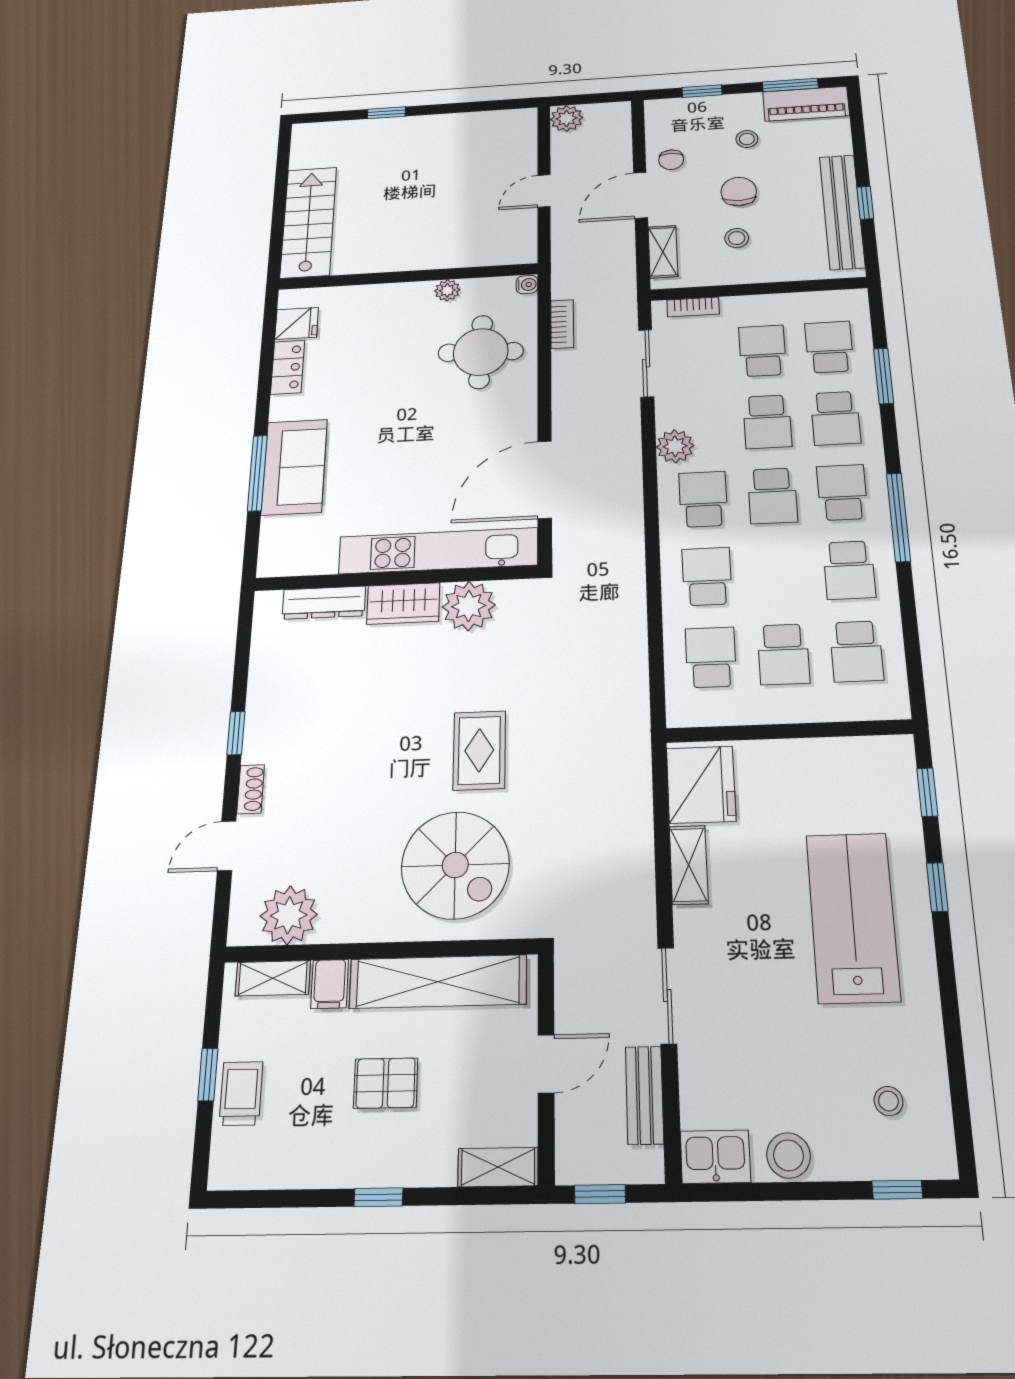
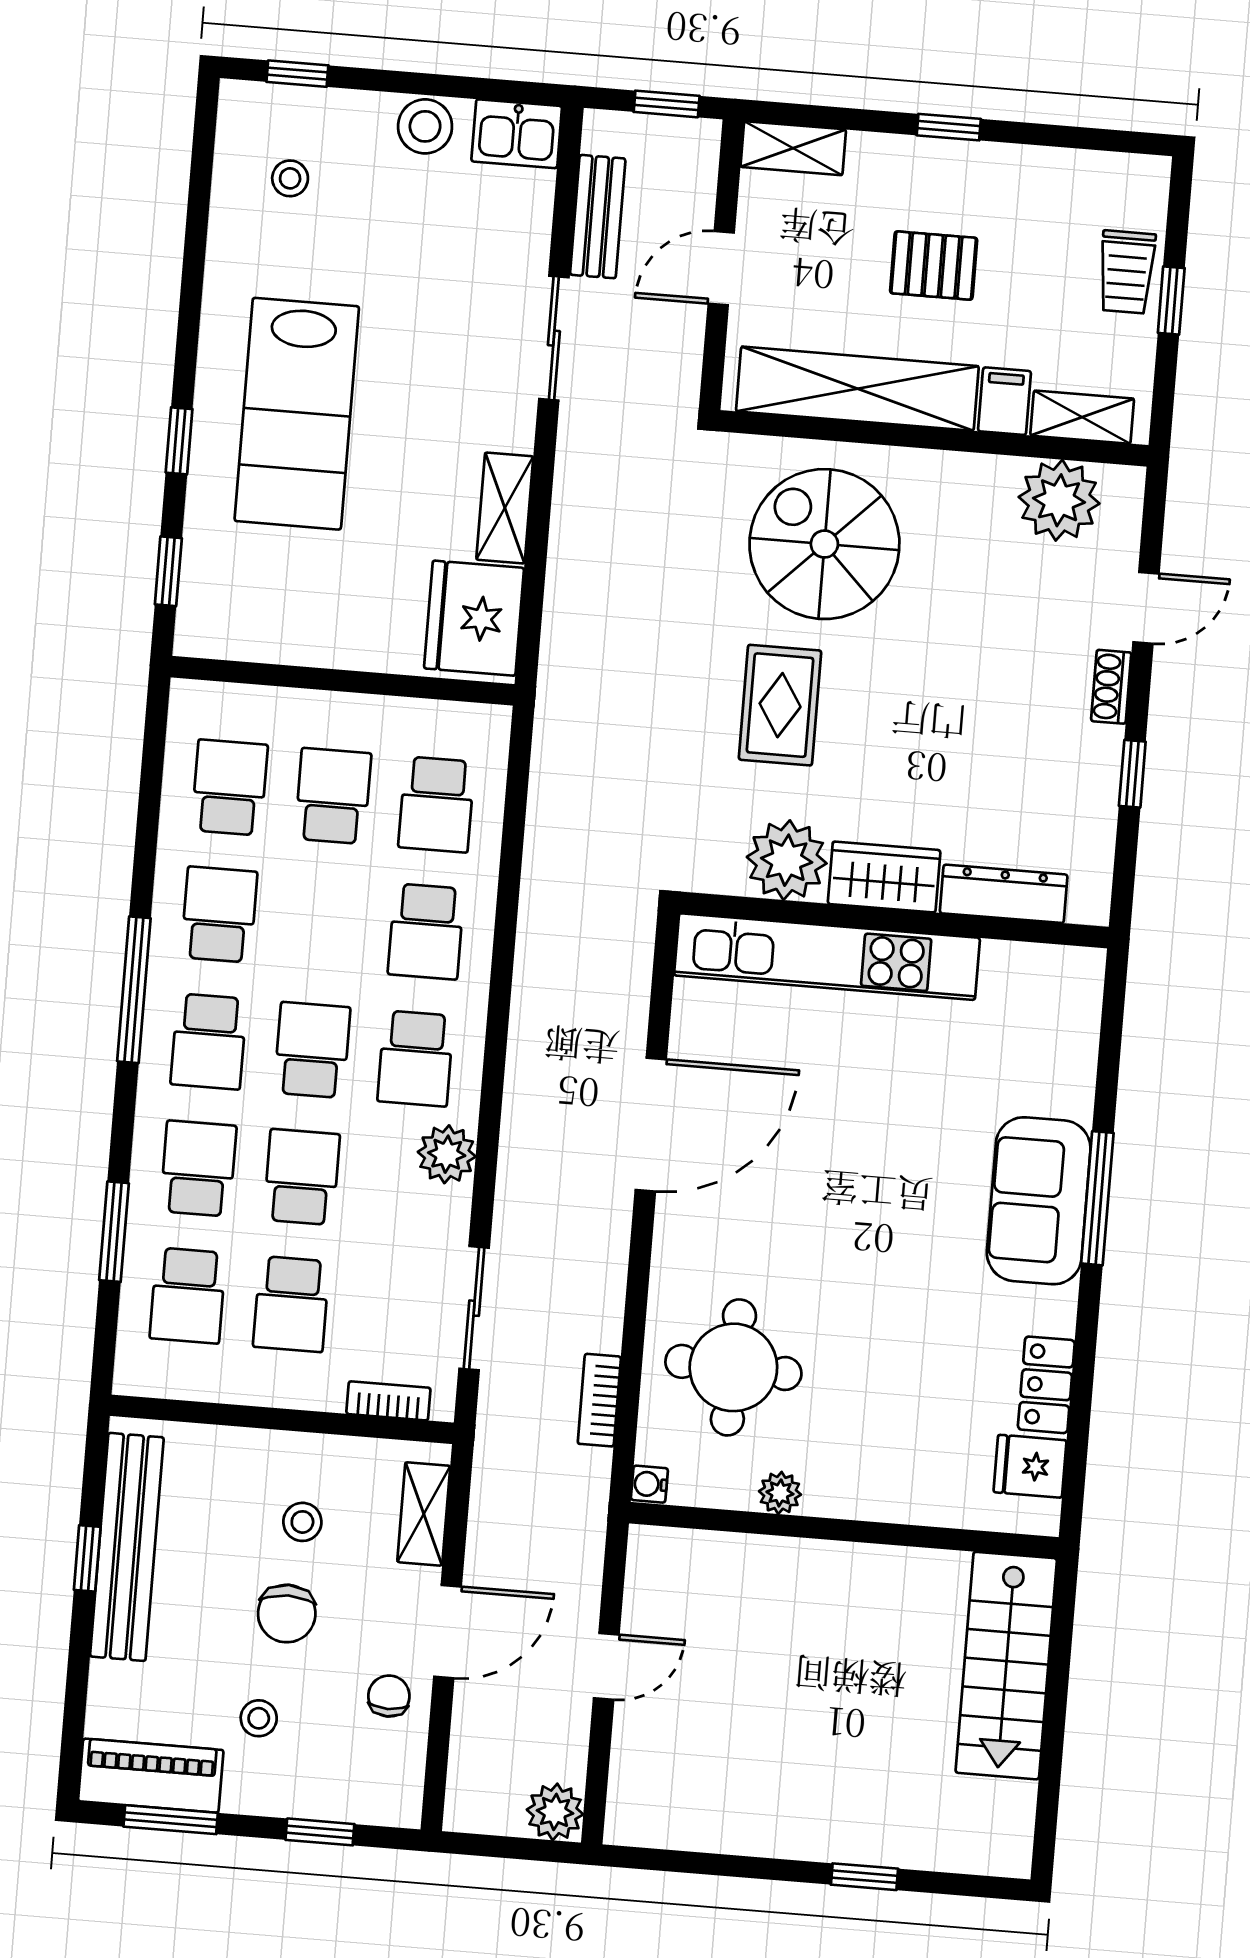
kitchen unit: (438, 551) -> (827, 957), moved
wall: (395, 578) -> (894, 920), moved
dresser: (324, 603) -> (1004, 894), moved
wardrobe: (403, 603) -> (884, 877), moved
plant: (469, 606) -> (787, 860), moved

